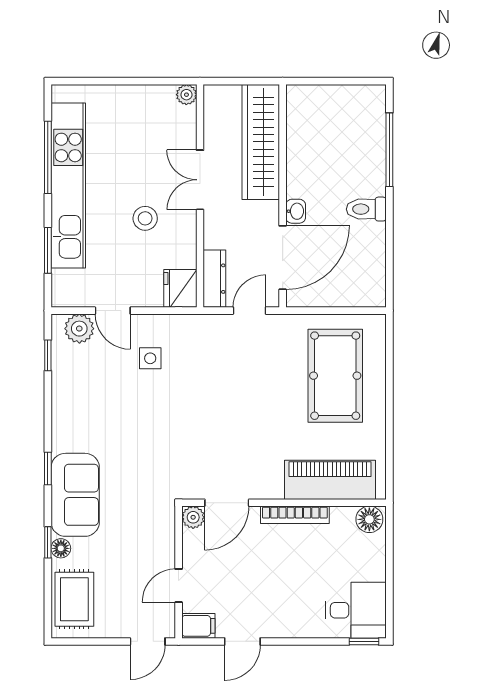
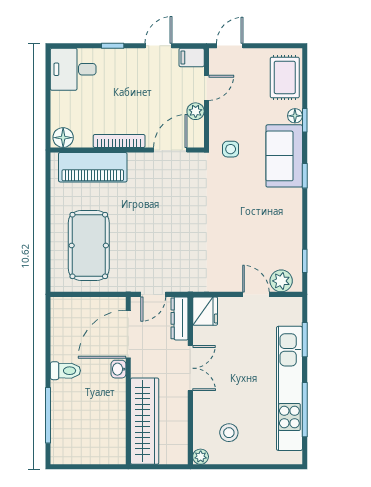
double door: (200, 180) -> (190, 368), moved
stool: (145, 218) -> (229, 433), moved
side table: (150, 358) -> (231, 149), moved
plant: (193, 517) -> (196, 111), moved
window: (364, 641) -> (113, 46), moved

